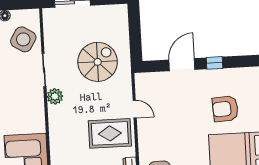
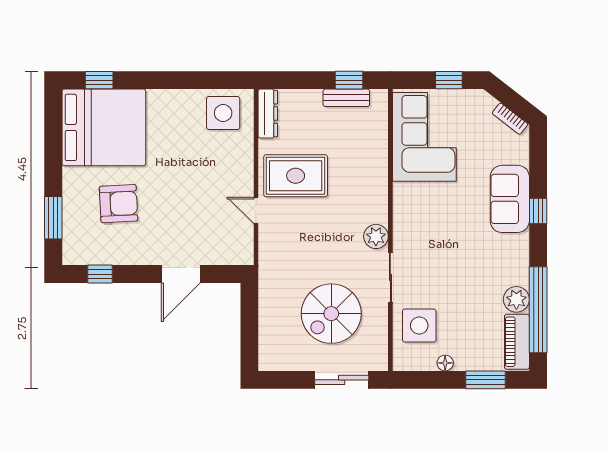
side table: (23, 39) -> (419, 325), turned -32
spiral stairs: (98, 62) -> (331, 314), moved
window: (215, 63) -> (100, 274), moved

